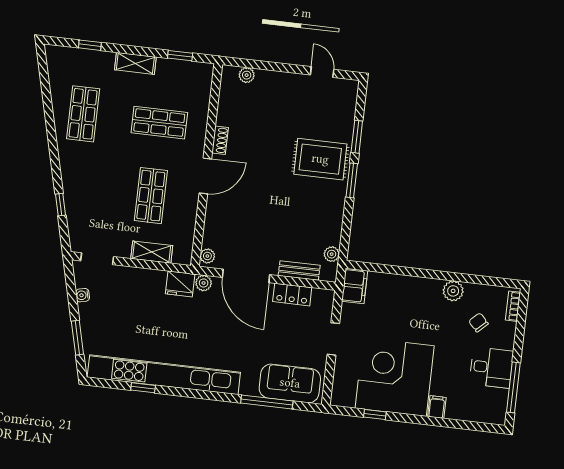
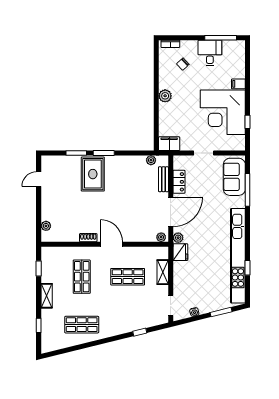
plant: (453, 291) -> (165, 96), moved

